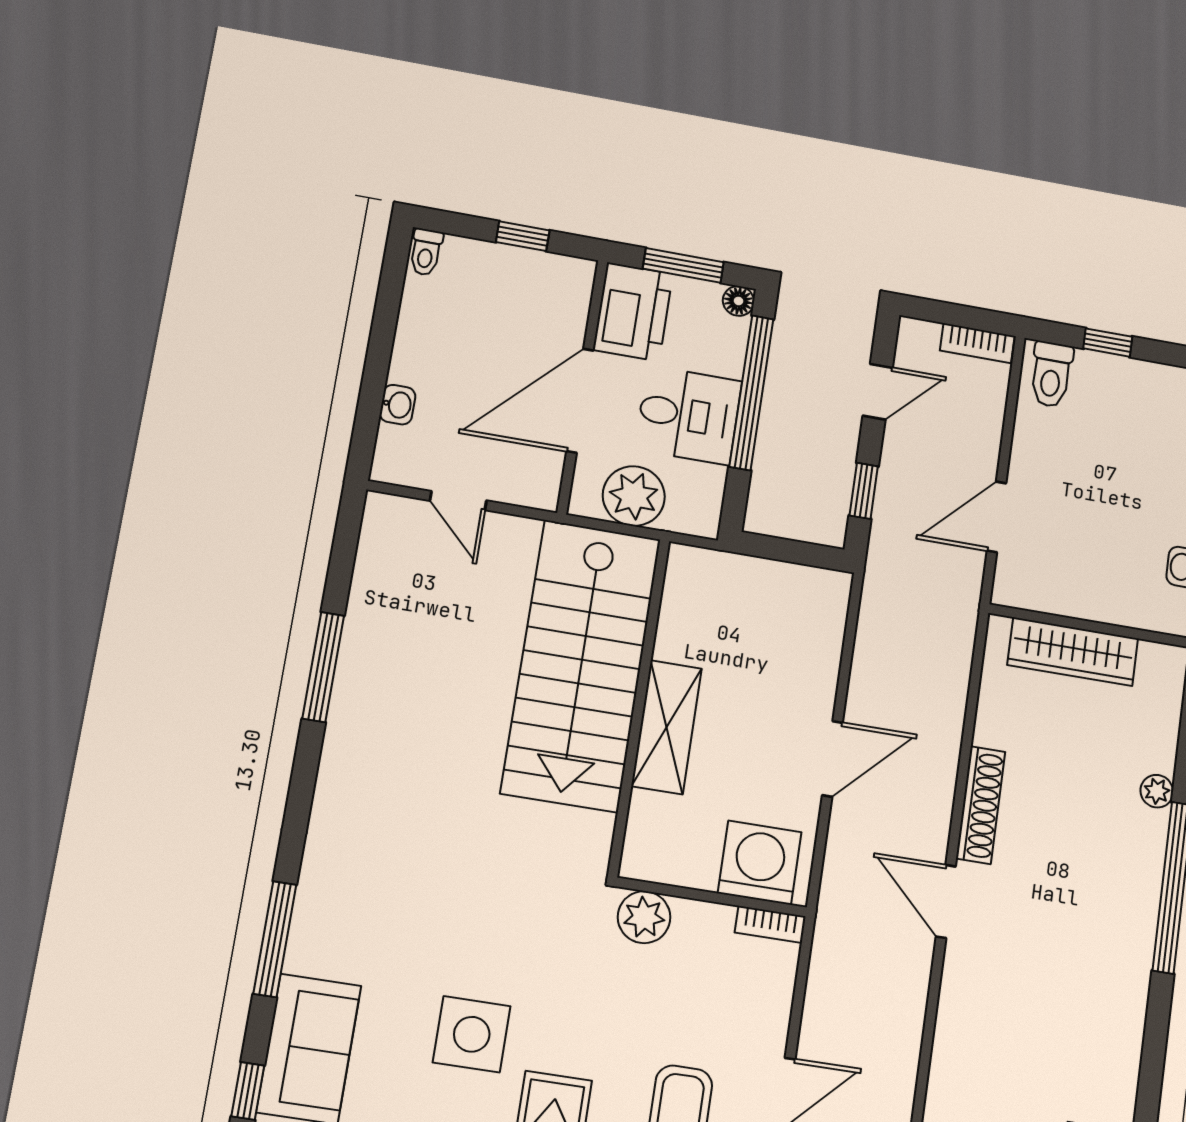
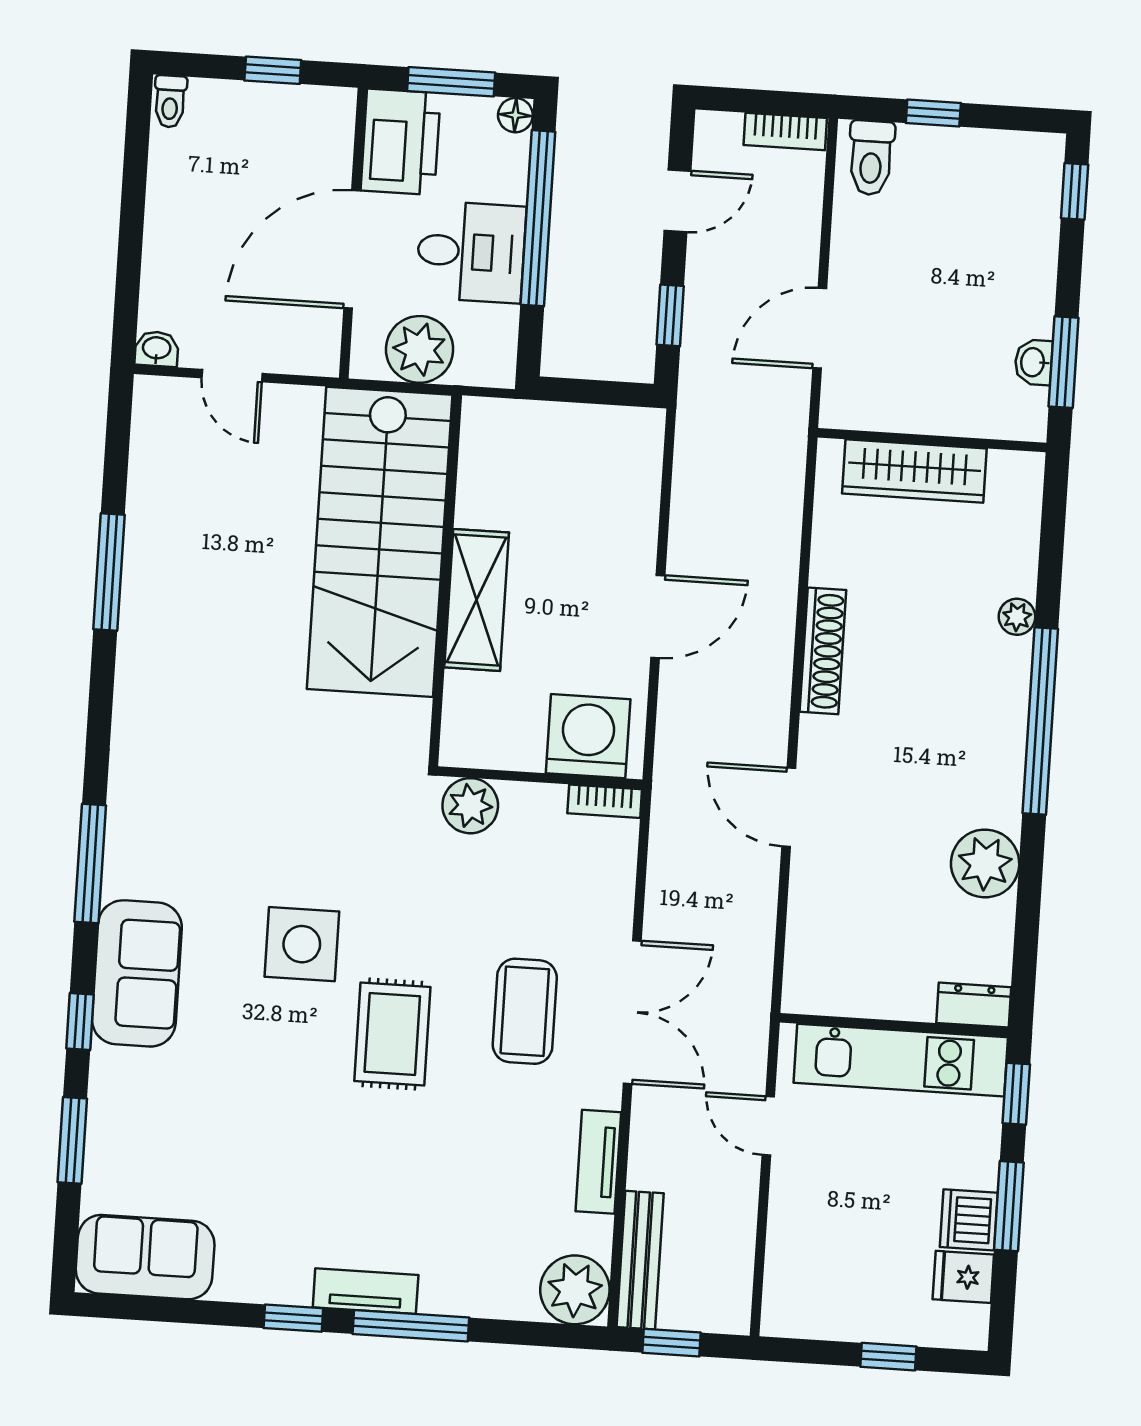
washbasin: (398, 405) -> (157, 349), moved, turned -90
door: (946, 901) -> (789, 807), moved
plant: (1116, 1014) -> (985, 863), added

